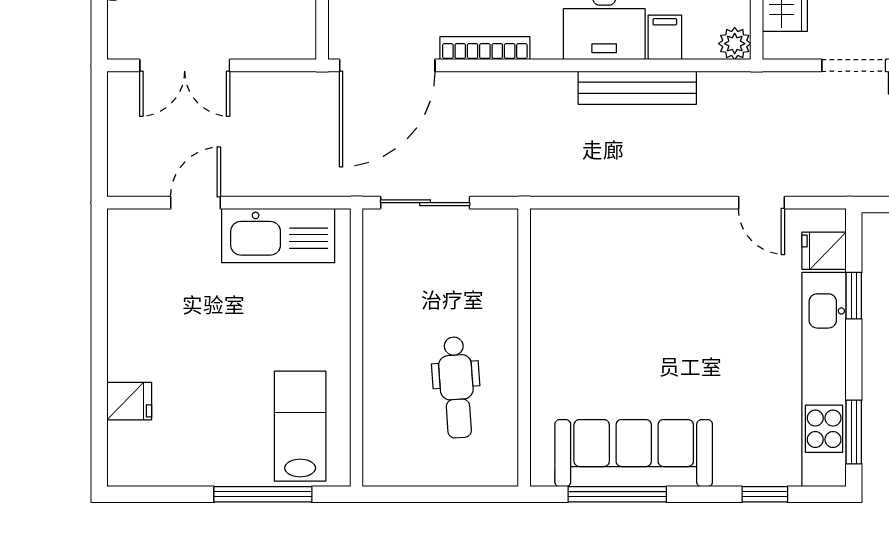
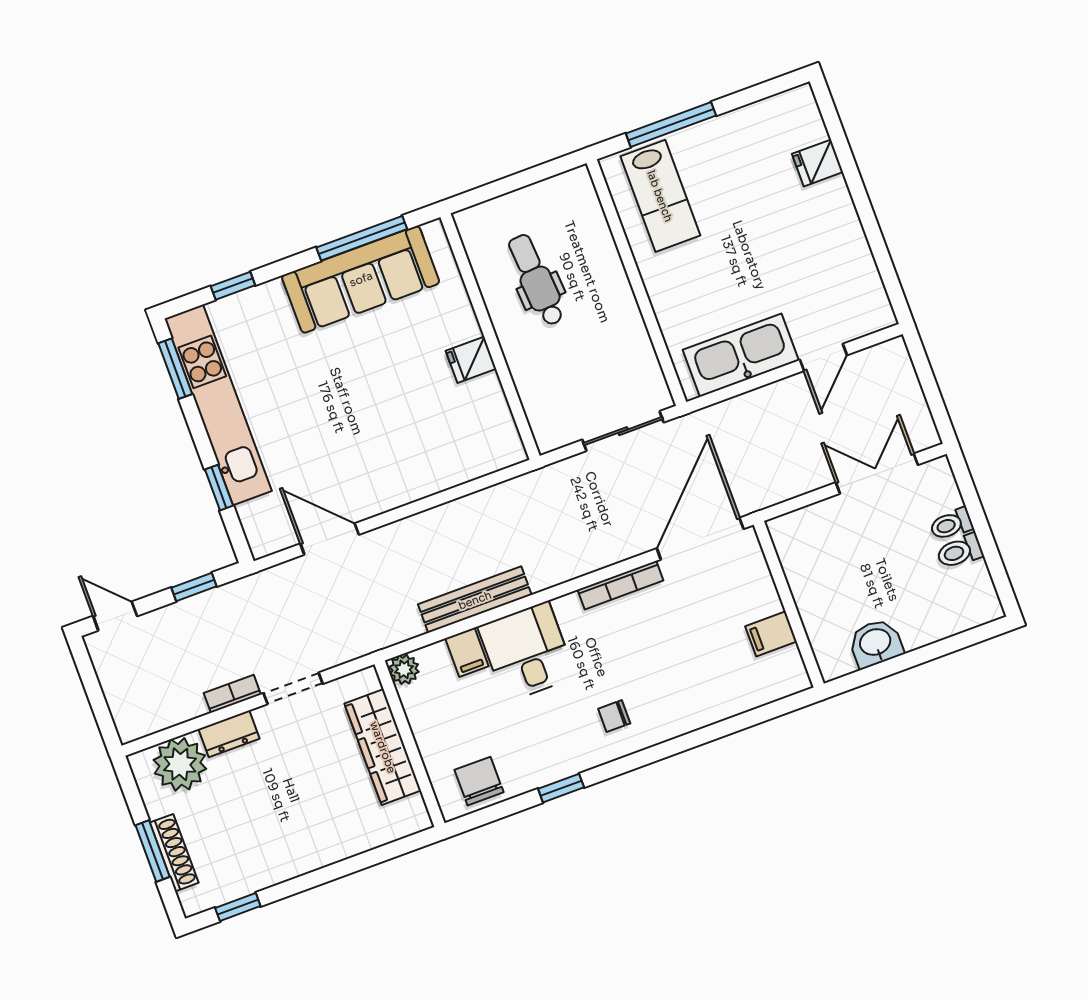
door: (761, 203) -> (330, 539), width x1.38
fridge: (824, 251) -> (471, 360), moved, turned 180

